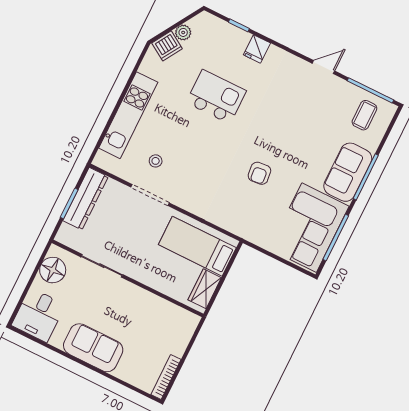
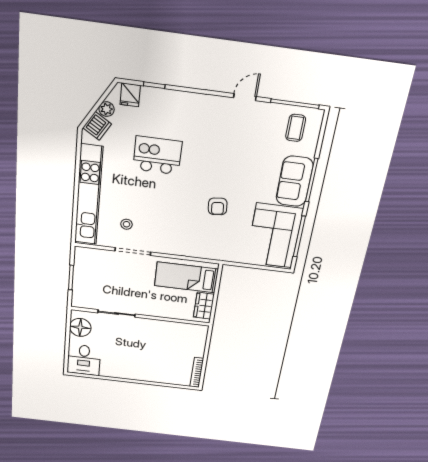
fridge: (257, 49) -> (130, 95), moved
kitchen unit: (128, 115) -> (89, 195), width x1.36
dresser: (86, 199) -> (82, 270), removed
sofa: (93, 348) -> (134, 369), removed

